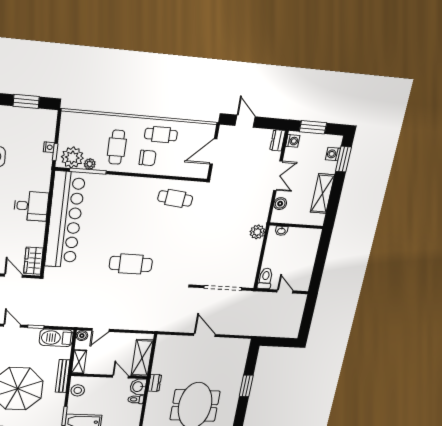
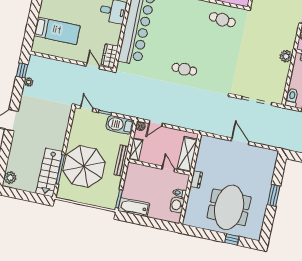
cafe table: (131, 264) -> (184, 69), width x0.73, depth x0.74
washbasin: (138, 387) -> (177, 205), moved
stool: (78, 390) -> (132, 176), removed

